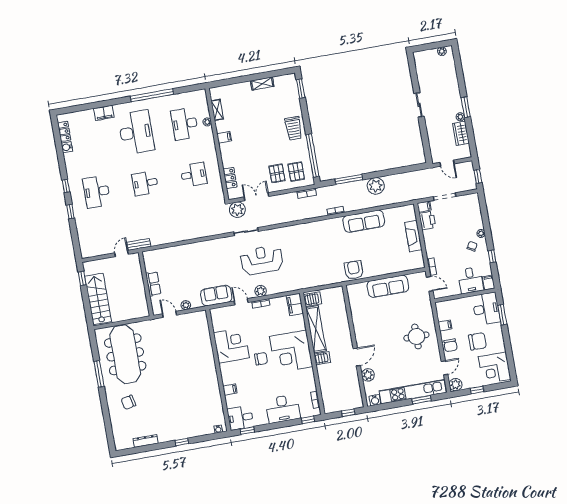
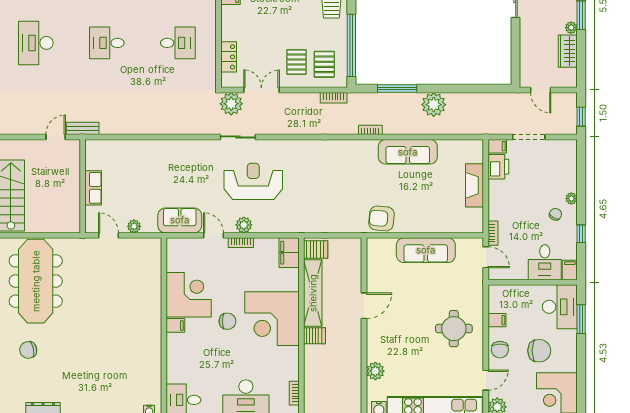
armchair: (354, 270) -> (381, 218), turned -85
door: (357, 357) -> (364, 306), moved
filing cabinet: (230, 390) -> (175, 325), moved

